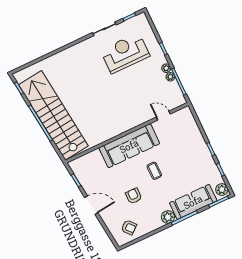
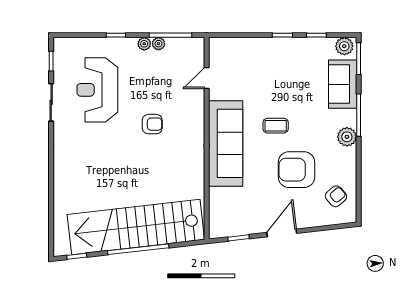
armchair: (120, 96) -> (152, 124), added
armchair: (134, 196) -> (296, 170), width x1.88, depth x1.88
sofa: (193, 202) -> (343, 84), width x0.73

